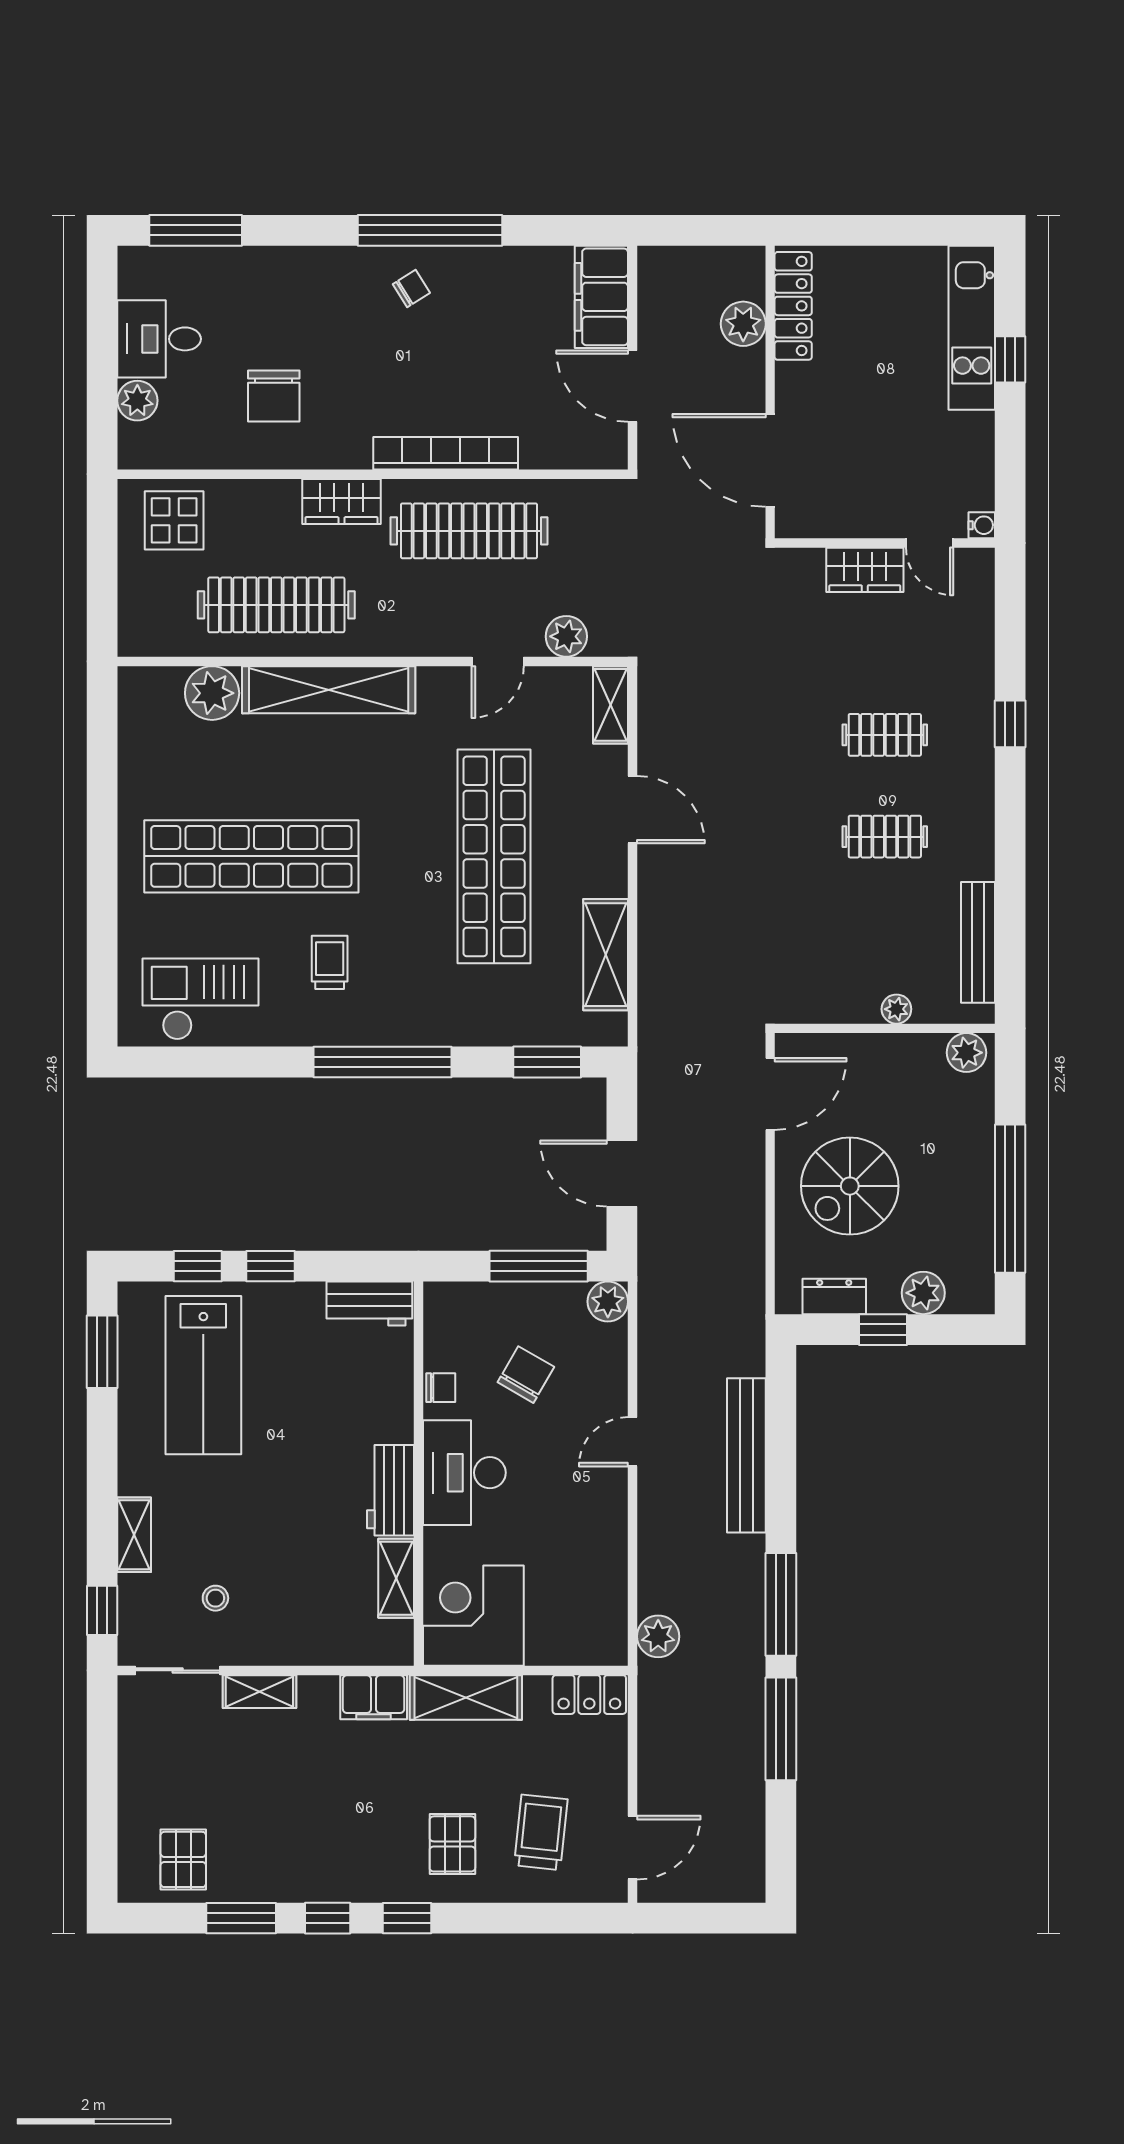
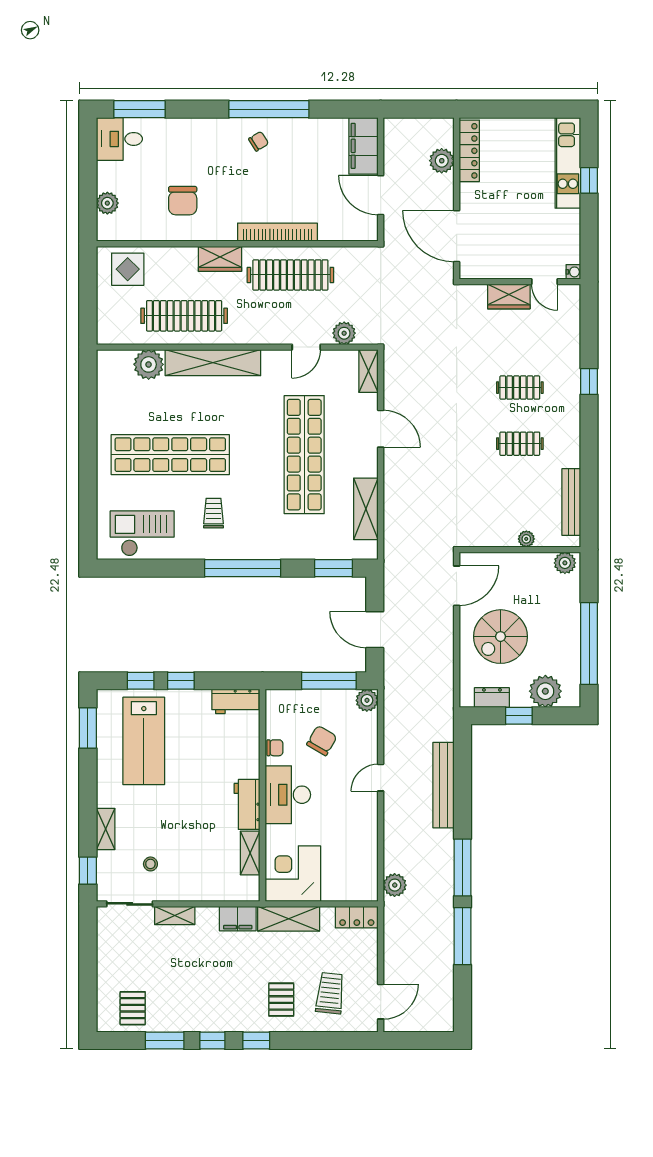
desk: (159, 339) -> (119, 139), moved
plant: (923, 1293) -> (545, 691), width x1.36, depth x1.36

